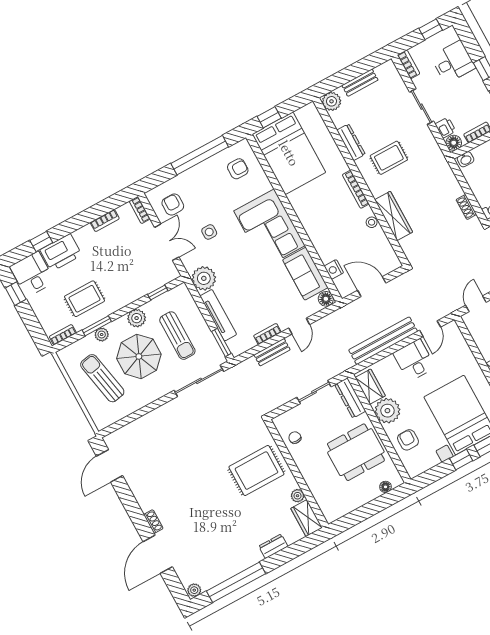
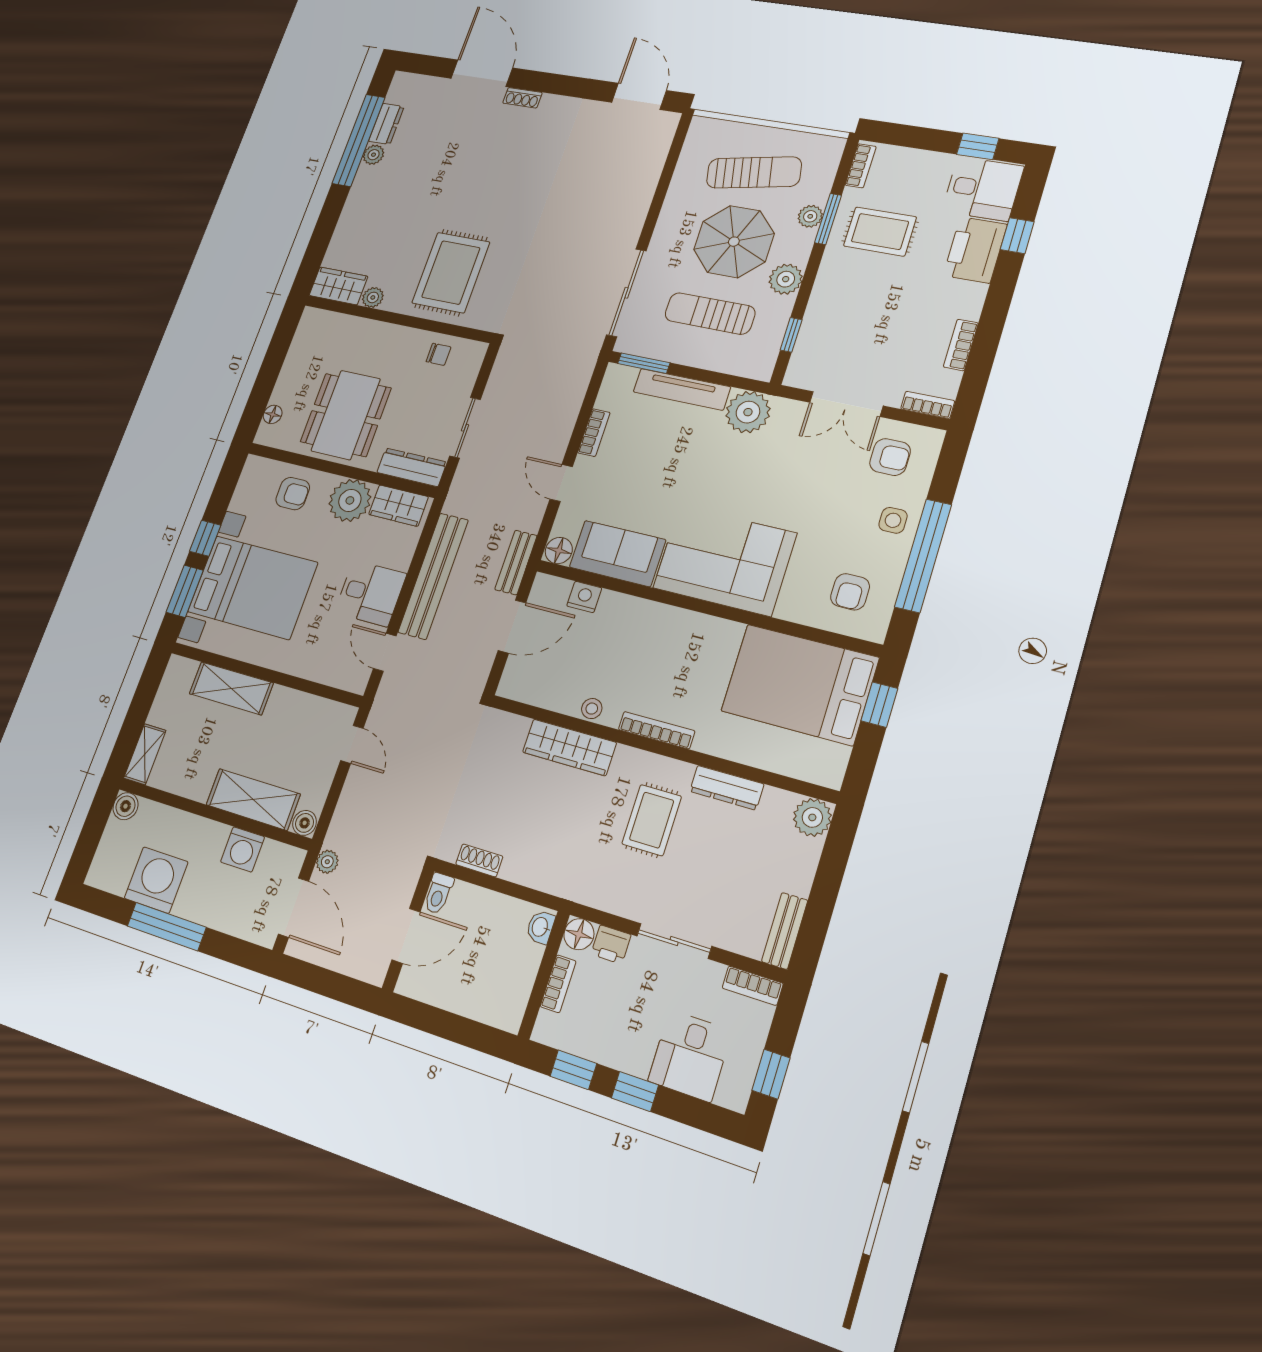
bench: (360, 83) -> (785, 931), moved
side table: (209, 232) -> (893, 520), moved
rug: (84, 299) -> (880, 232), turned 90
bench: (272, 352) -> (516, 563), moved
dresser: (273, 546) -> (386, 124), moved
plant: (194, 590) -> (373, 155), moved

